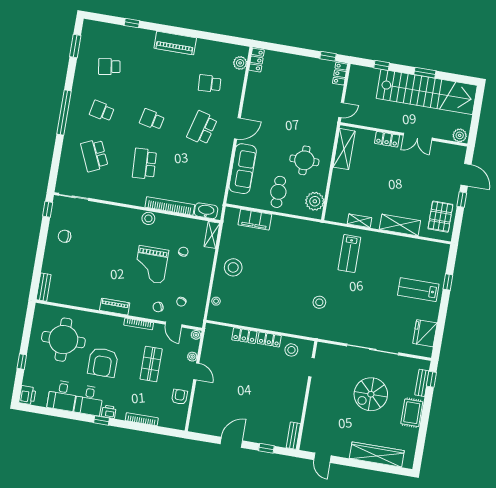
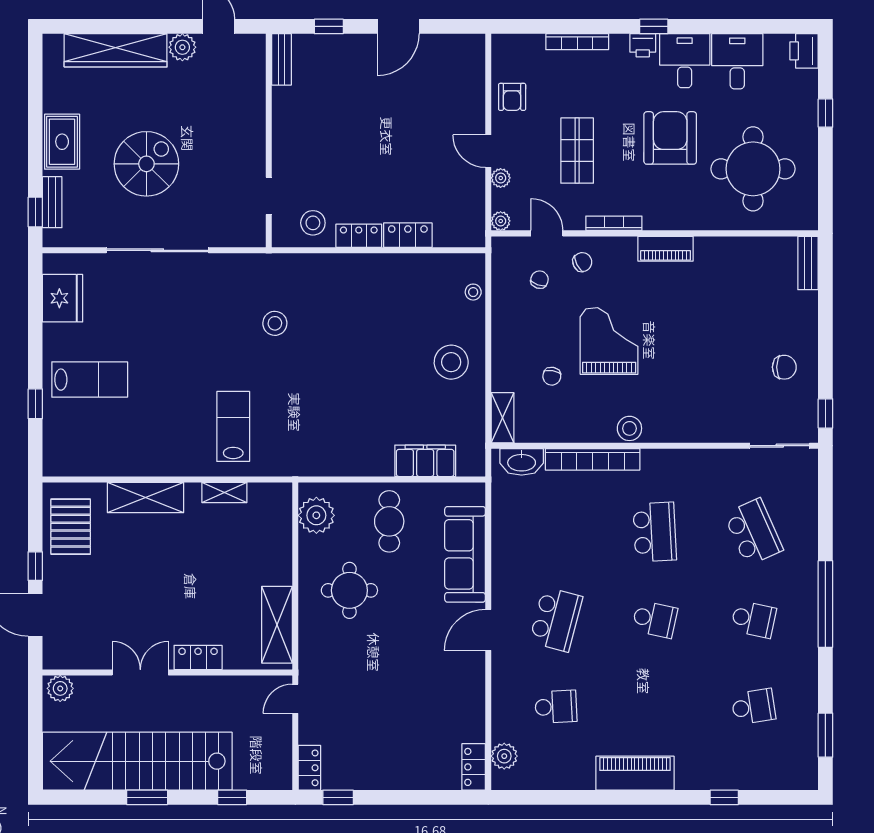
plant: (343, 450) -> (182, 47), added

